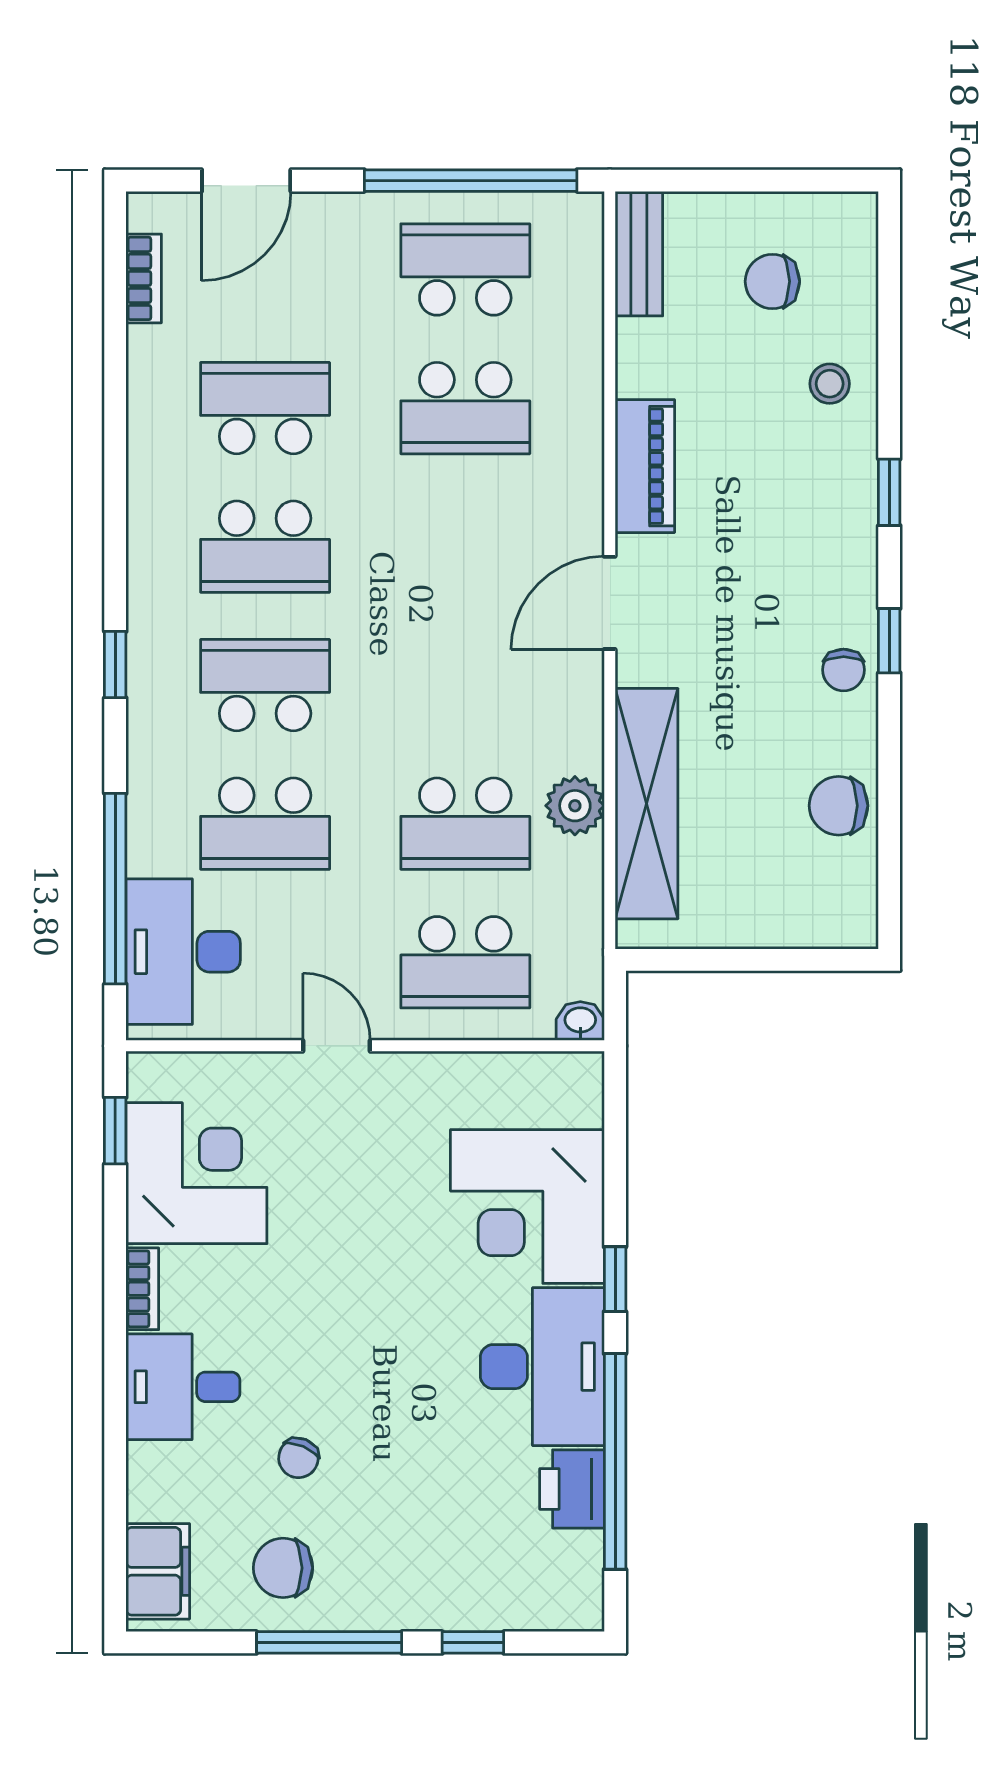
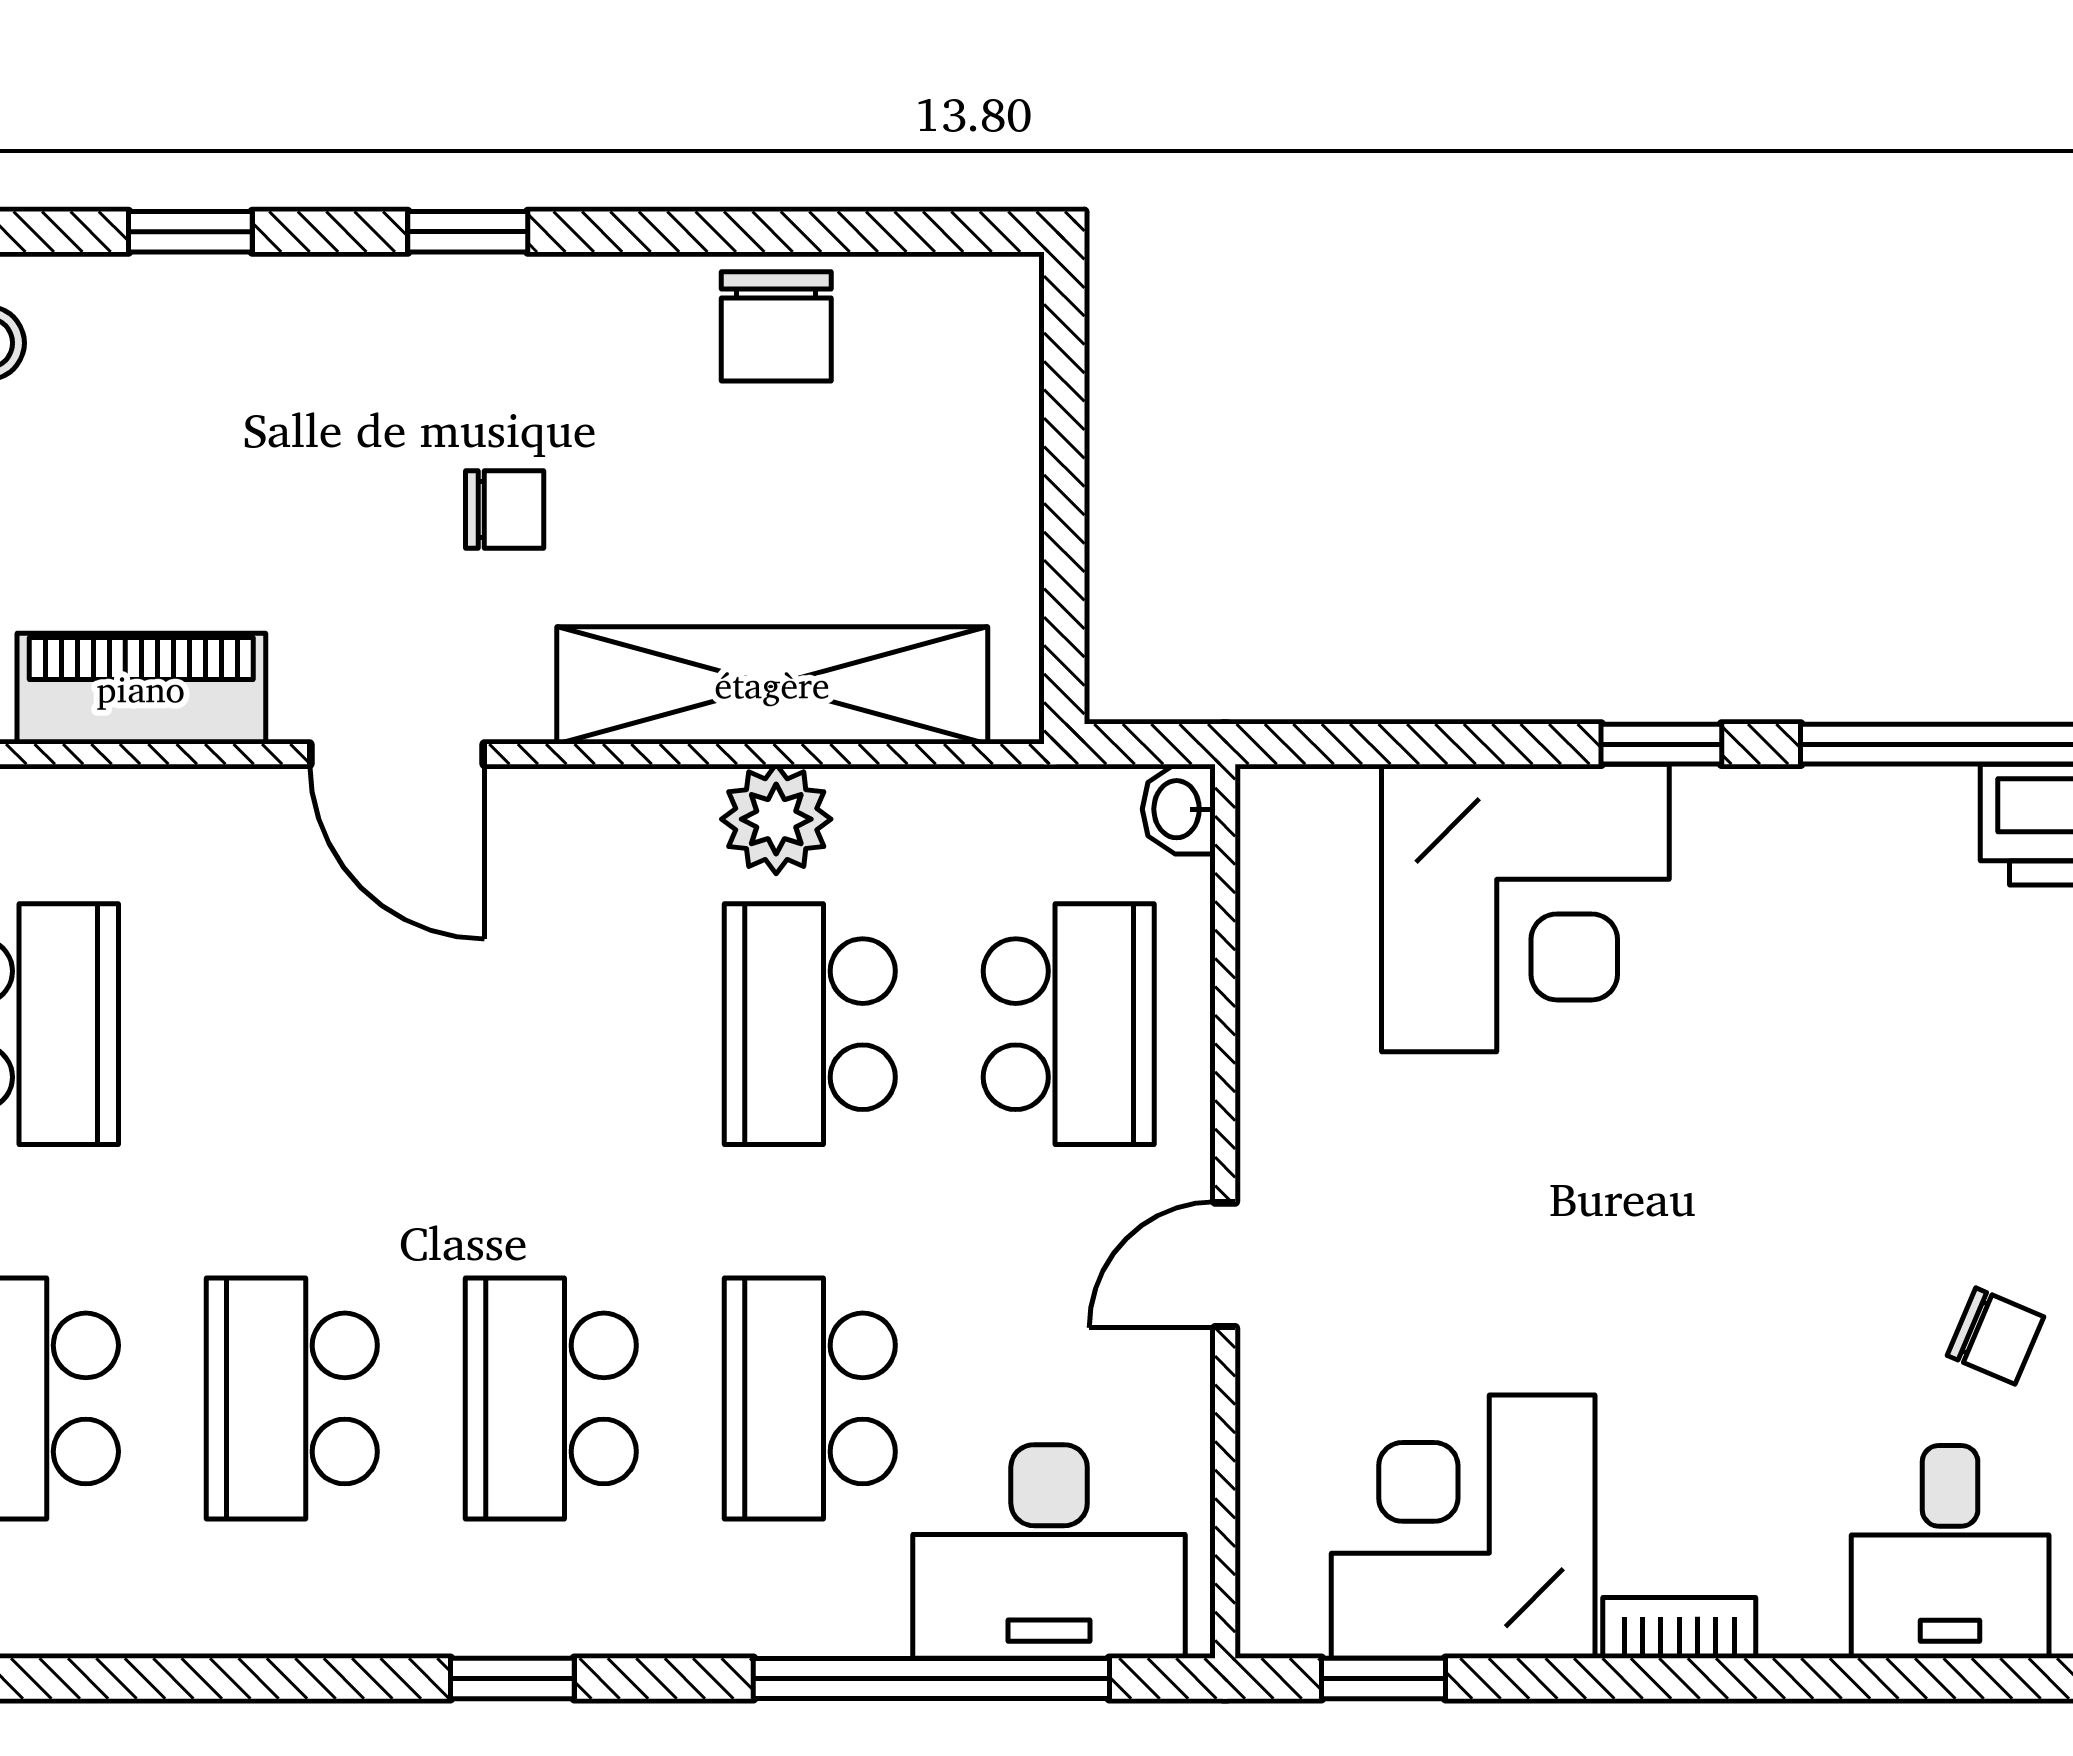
school desk: (265, 547) -> (292, 1398), turned 180
chair: (844, 670) -> (505, 509), moved
school desk: (265, 824) -> (810, 1398), turned 180
school desk: (465, 824) -> (810, 1024), turned 180
desk: (542, 1367) -> (1825, 880), removed
desk: (183, 1387) -> (1950, 1552), moved

